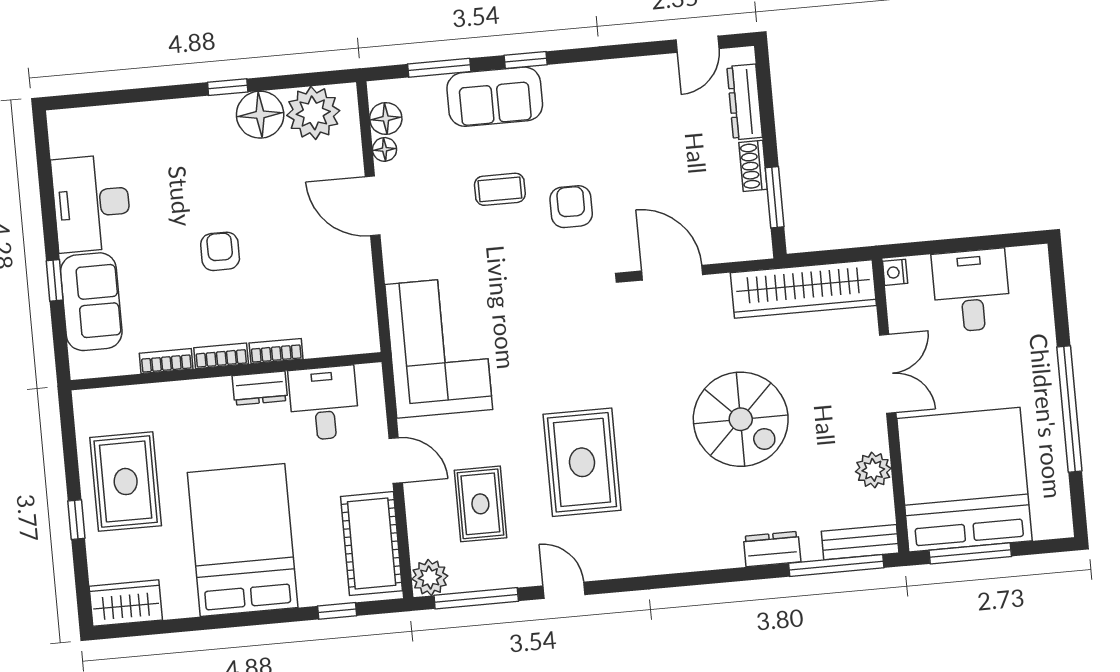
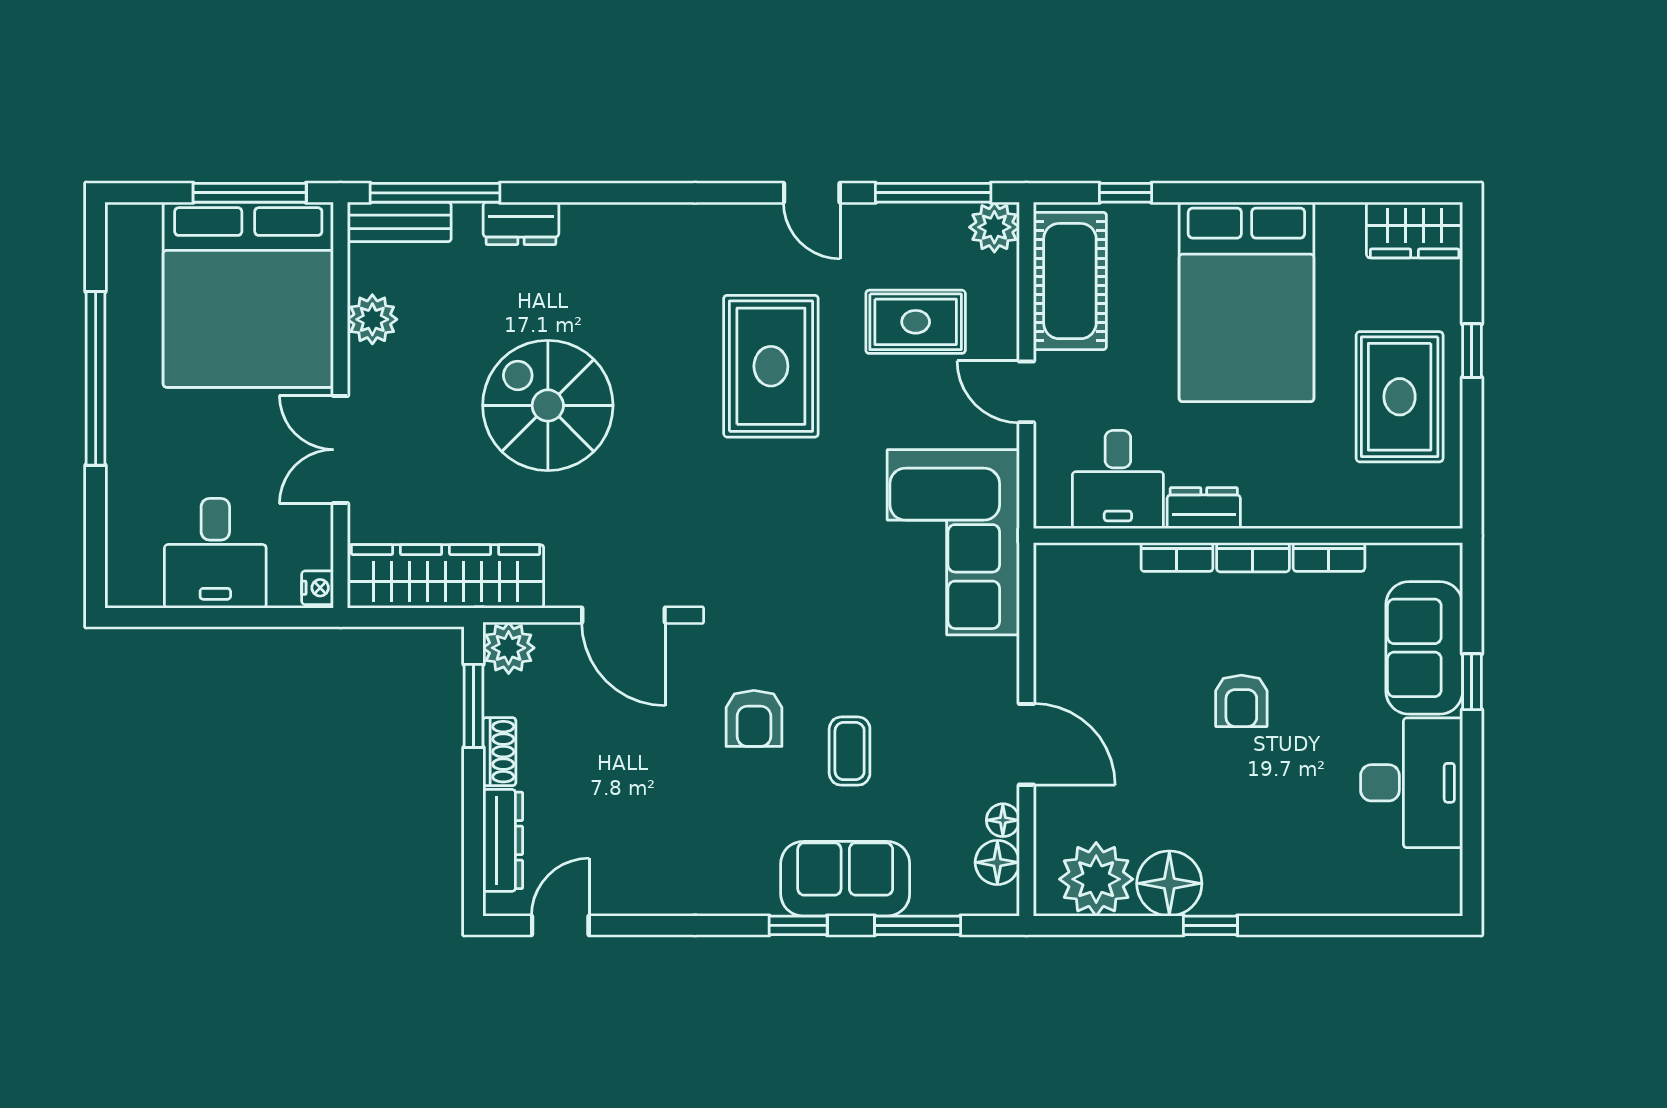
coffee table: (500, 189) -> (850, 751), turned 90
plant: (753, 241) -> (509, 648), added
rug: (480, 504) -> (916, 322), turned 90

